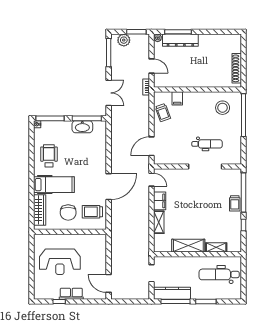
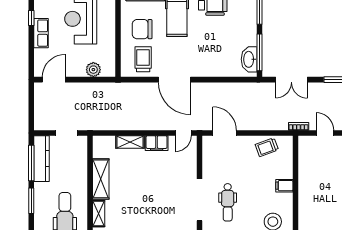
door: (151, 66) -> (325, 133), swing flipped
filing cabinet: (177, 98) -> (284, 186), moved
washbasin: (82, 127) -> (249, 59), moved
plant: (101, 252) -> (93, 70), added

